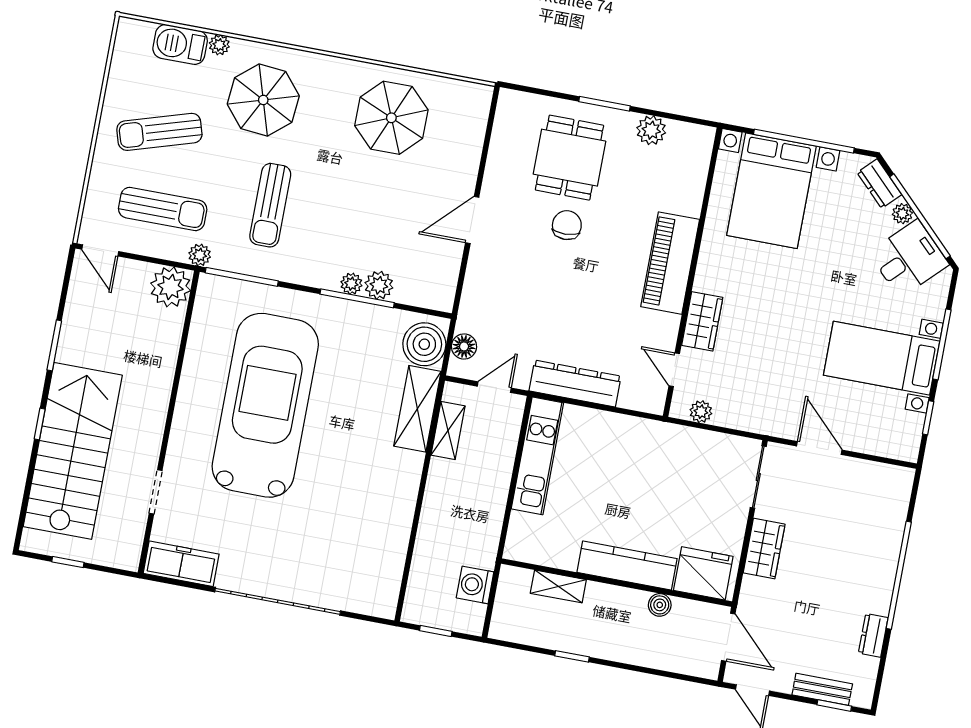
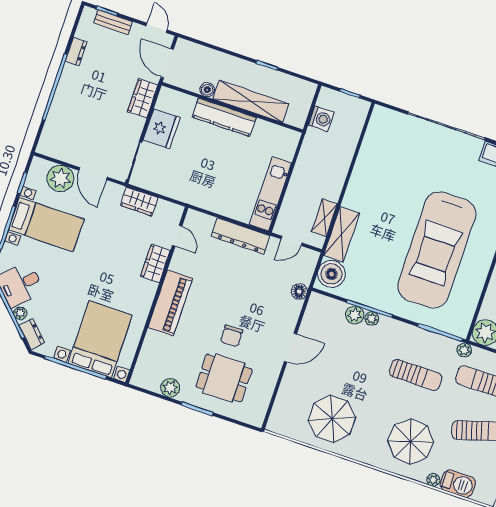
dining table: (569, 158) -> (224, 378), turned 90
sun lounger: (270, 205) -> (416, 375), turned 90
floor lamp: (464, 346) -> (299, 292), moved
plant: (701, 412) -> (60, 178), moved, width x1.87, depth x1.87
wardrobe: (741, 415) -> (139, 201), added
wardrobe: (764, 549) -> (143, 98), moved
fridge: (703, 573) -> (162, 129), moved, turned -90
shelving: (558, 586) -> (251, 101), width x2.20, depth x1.33

